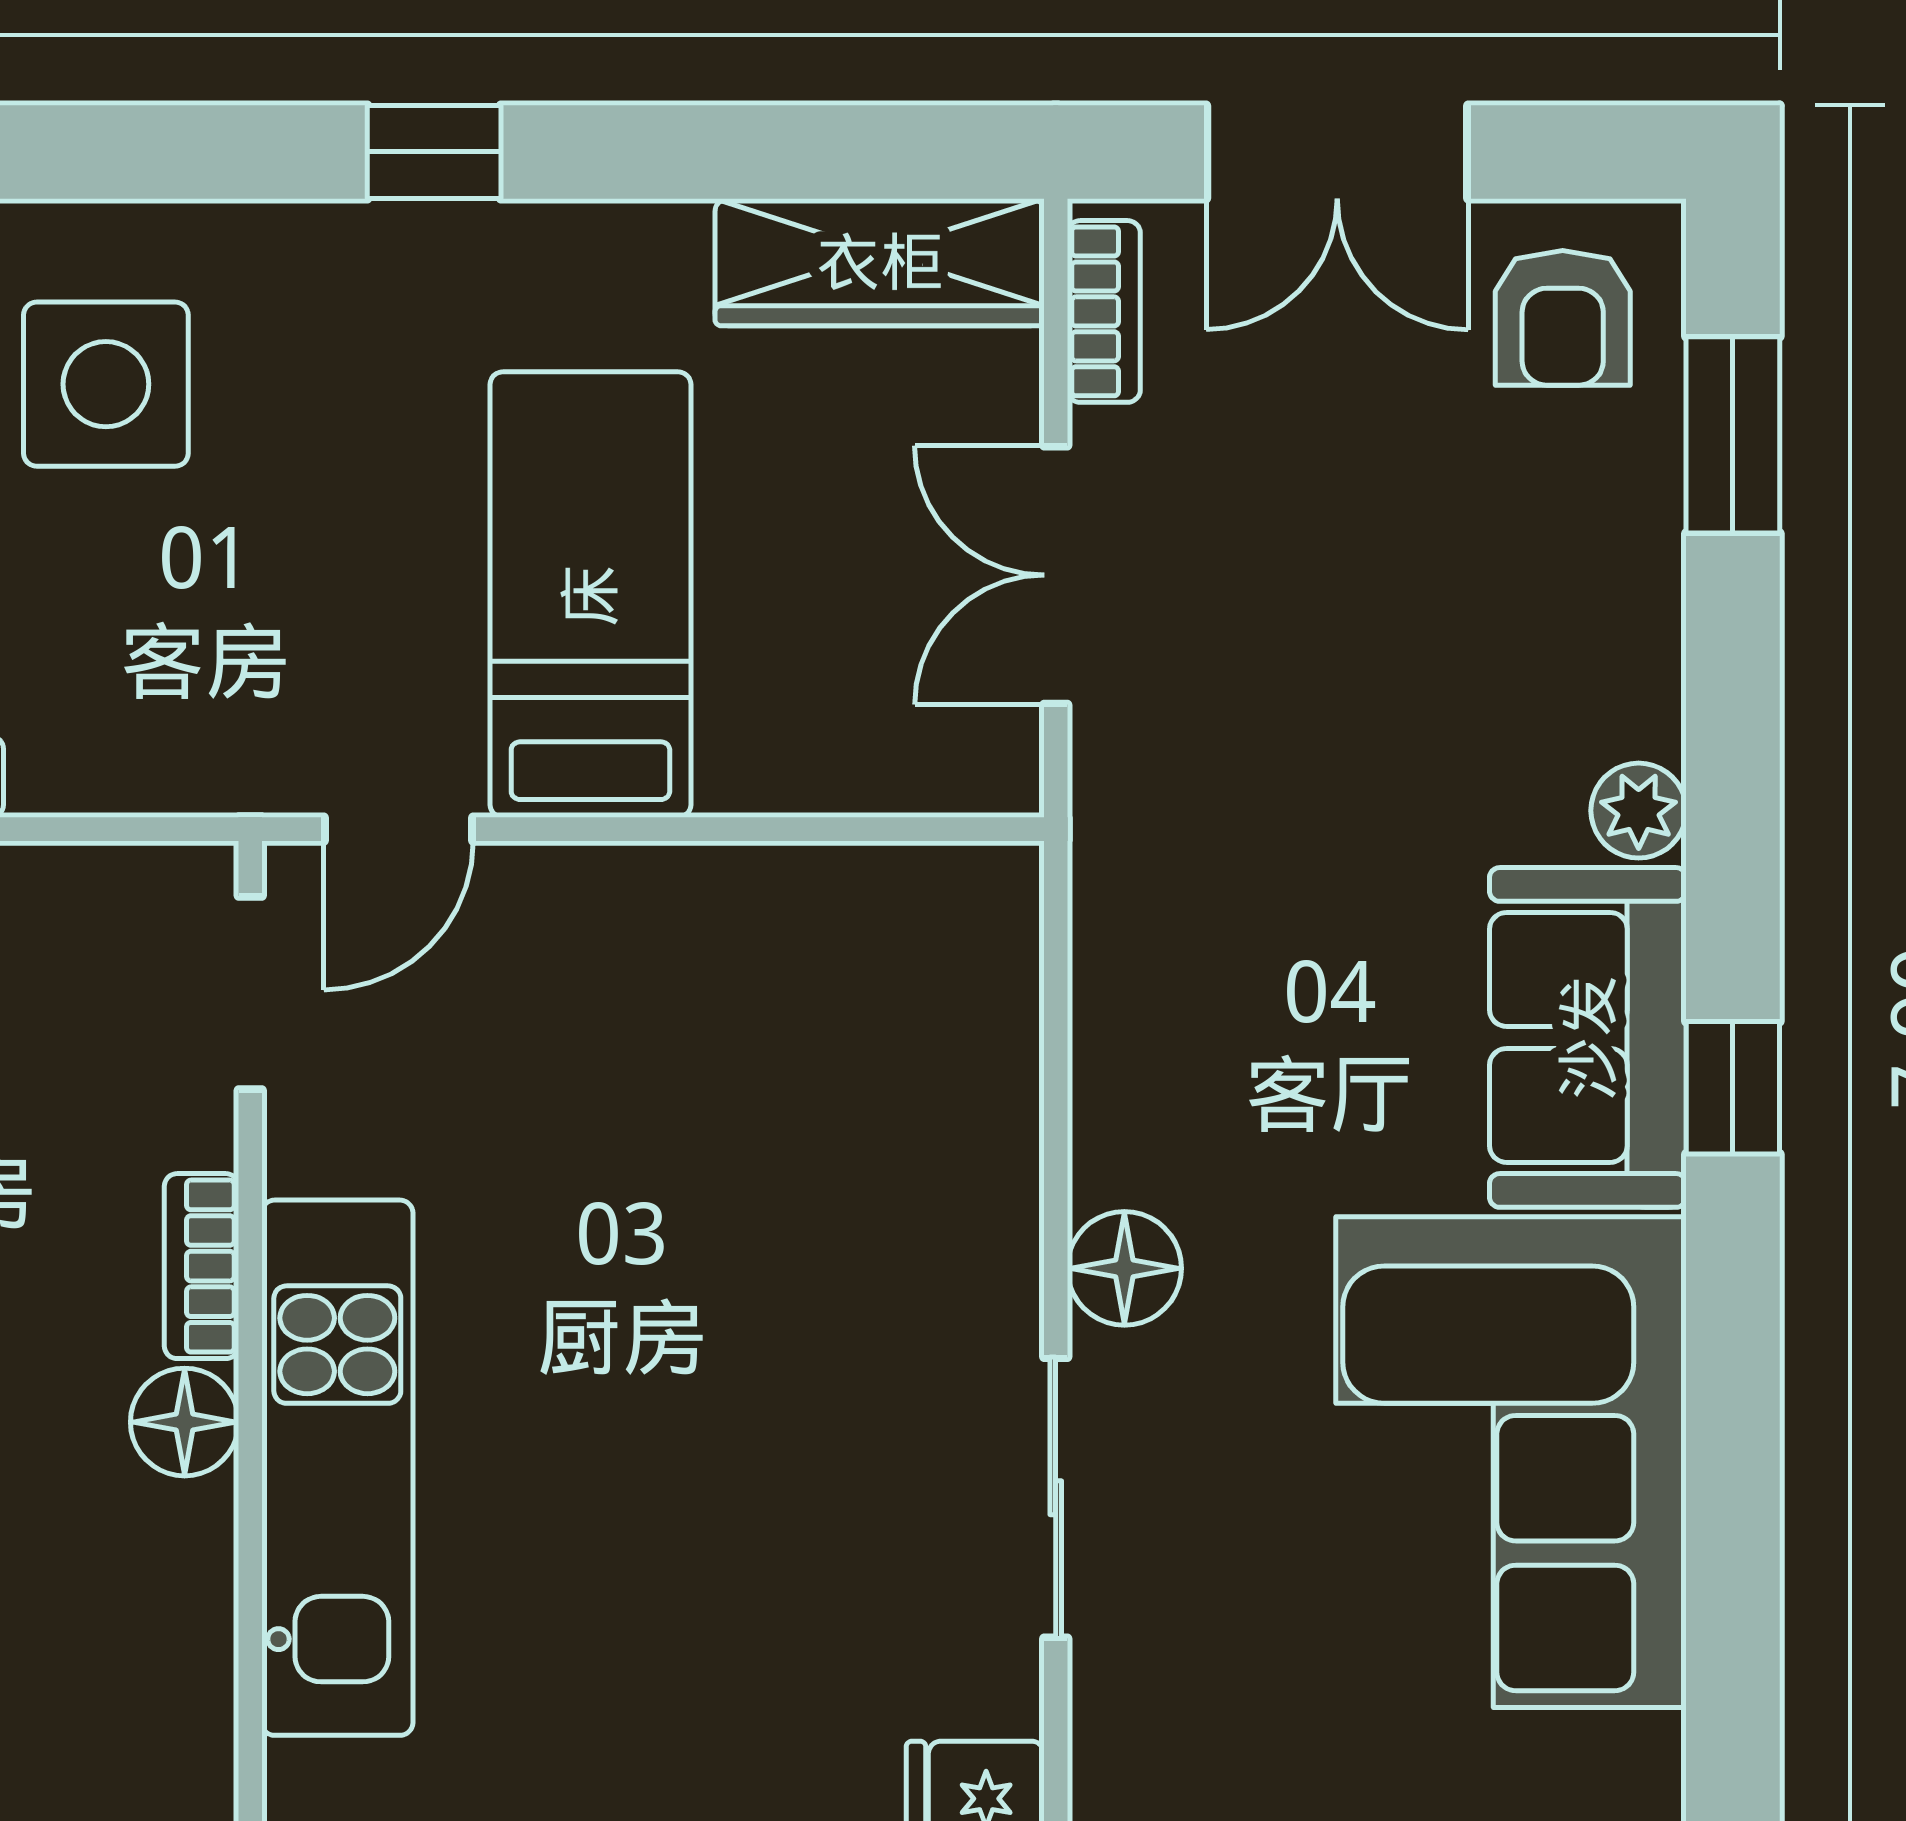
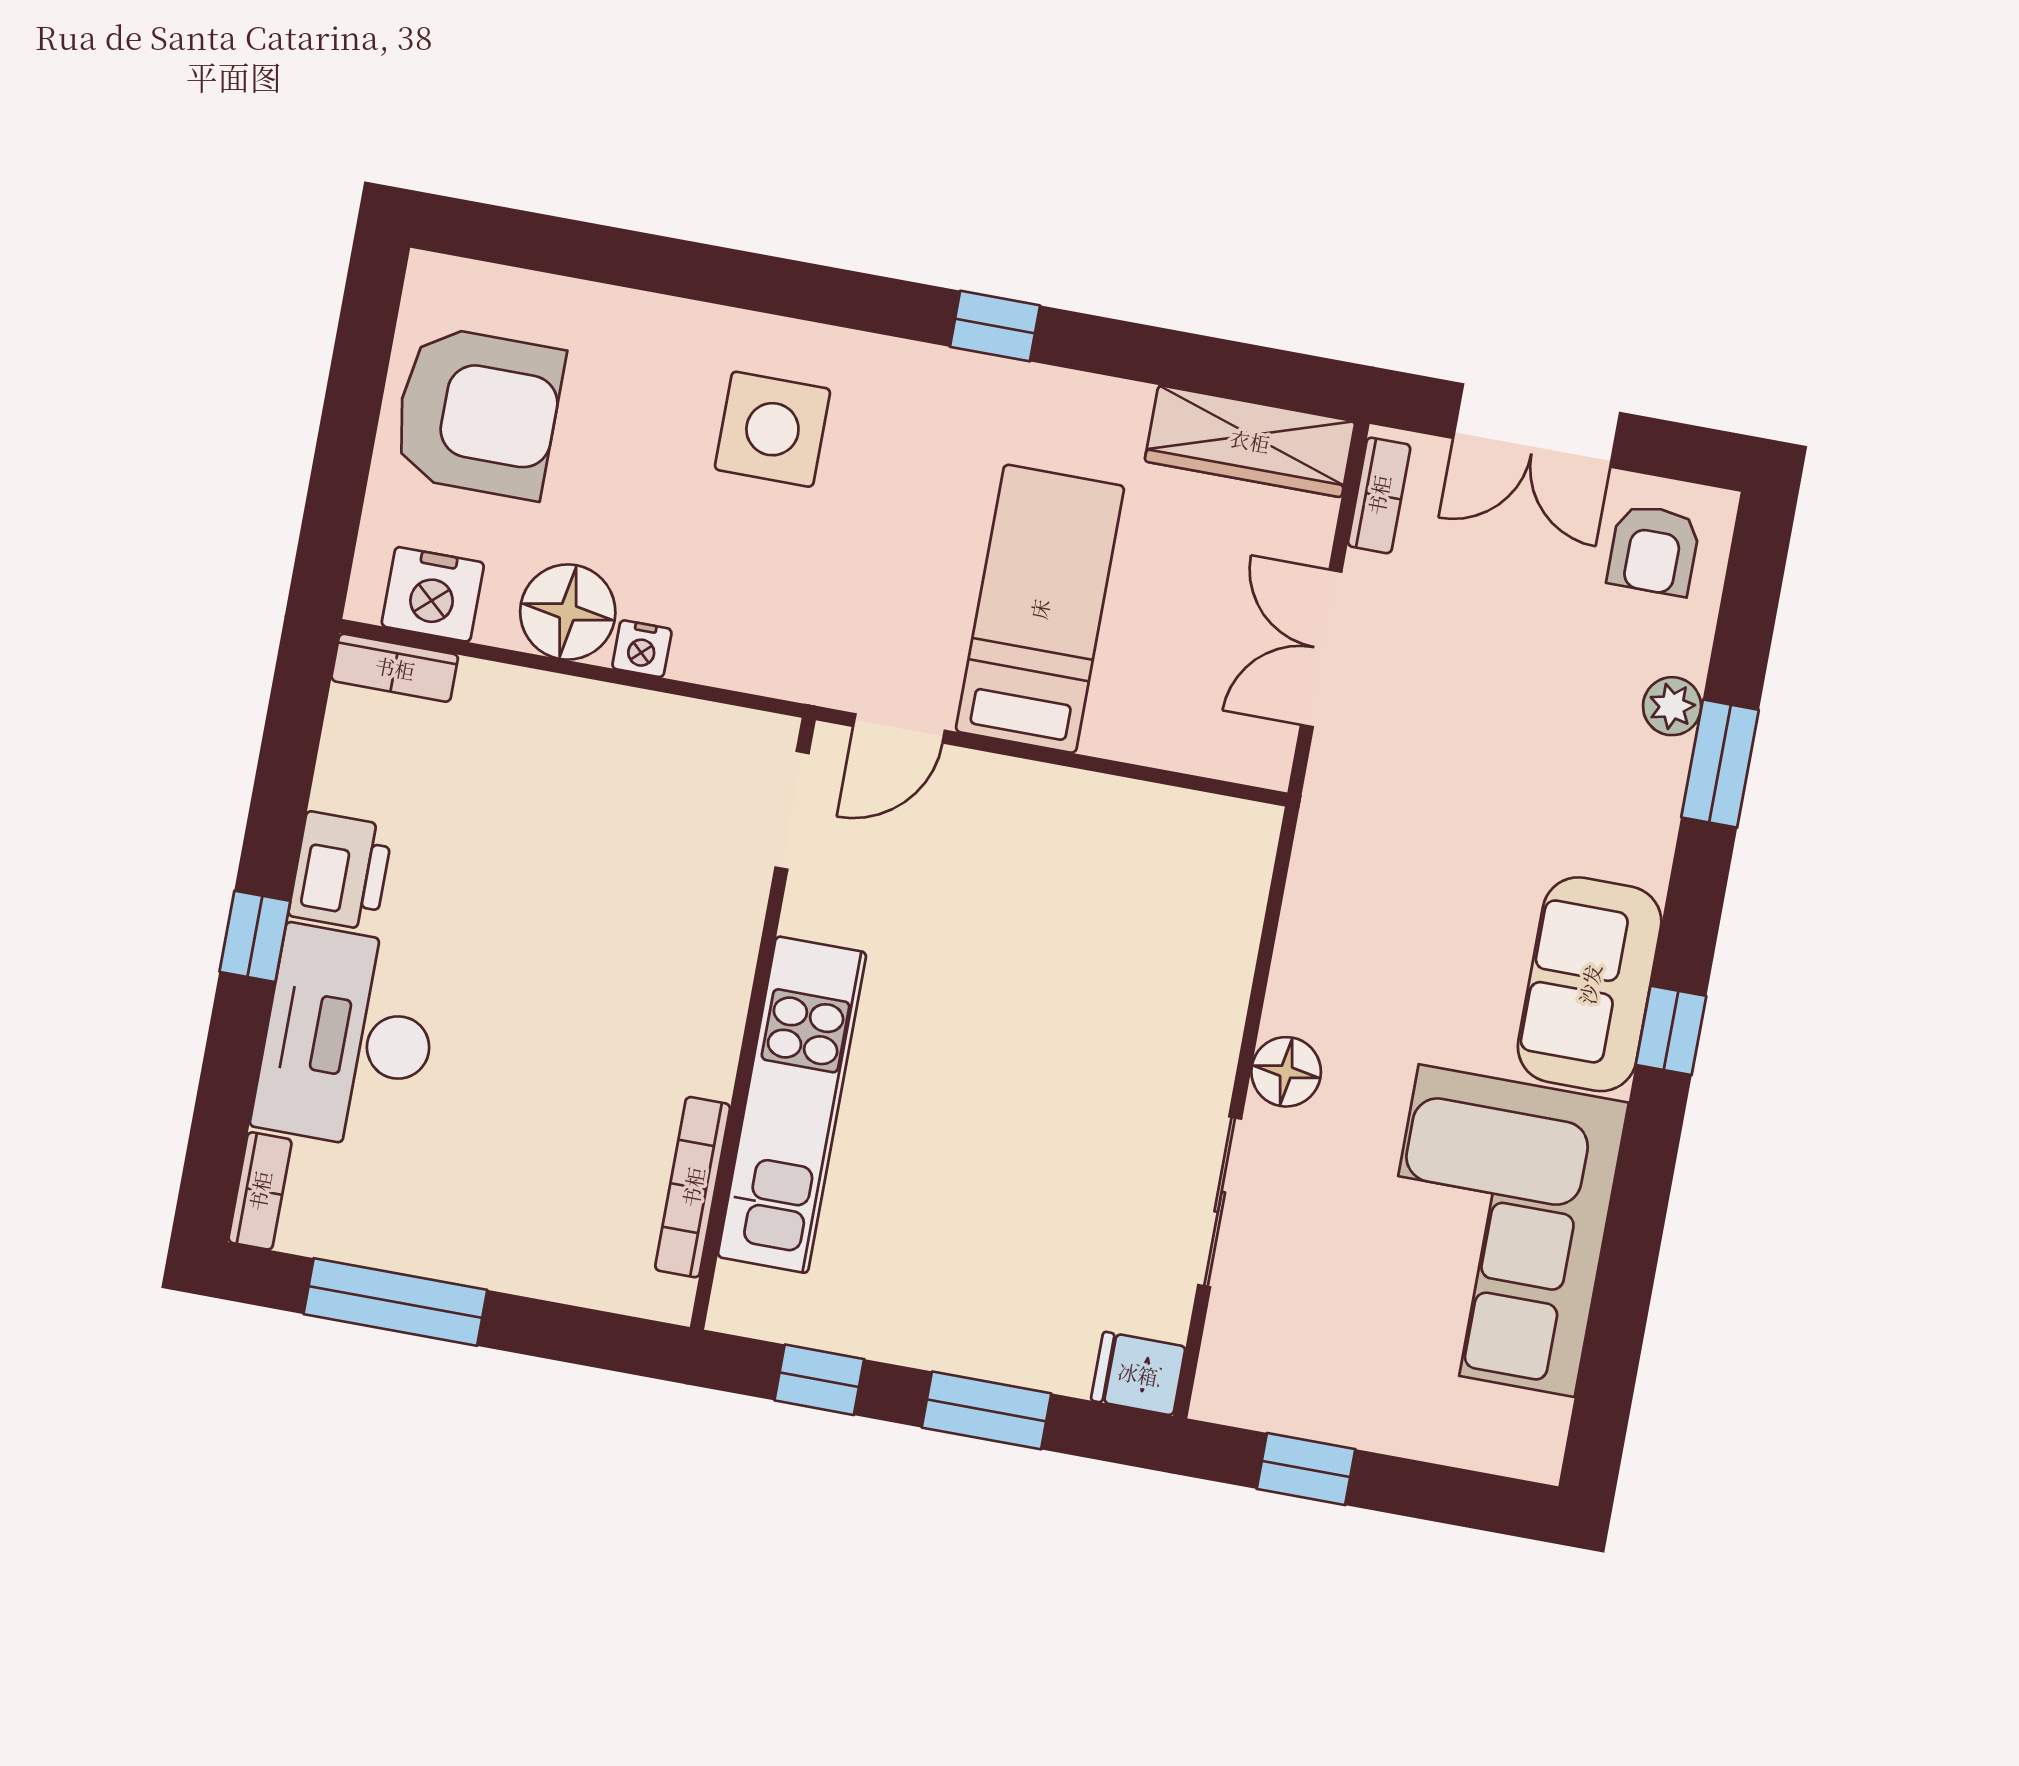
window: (1733, 435) -> (1720, 764), moved
plant: (1639, 811) -> (1672, 706), moved
bookcase: (201, 1266) -> (693, 1187), moved, width x1.56
floor lamp: (185, 1422) -> (705, 1060), removed

